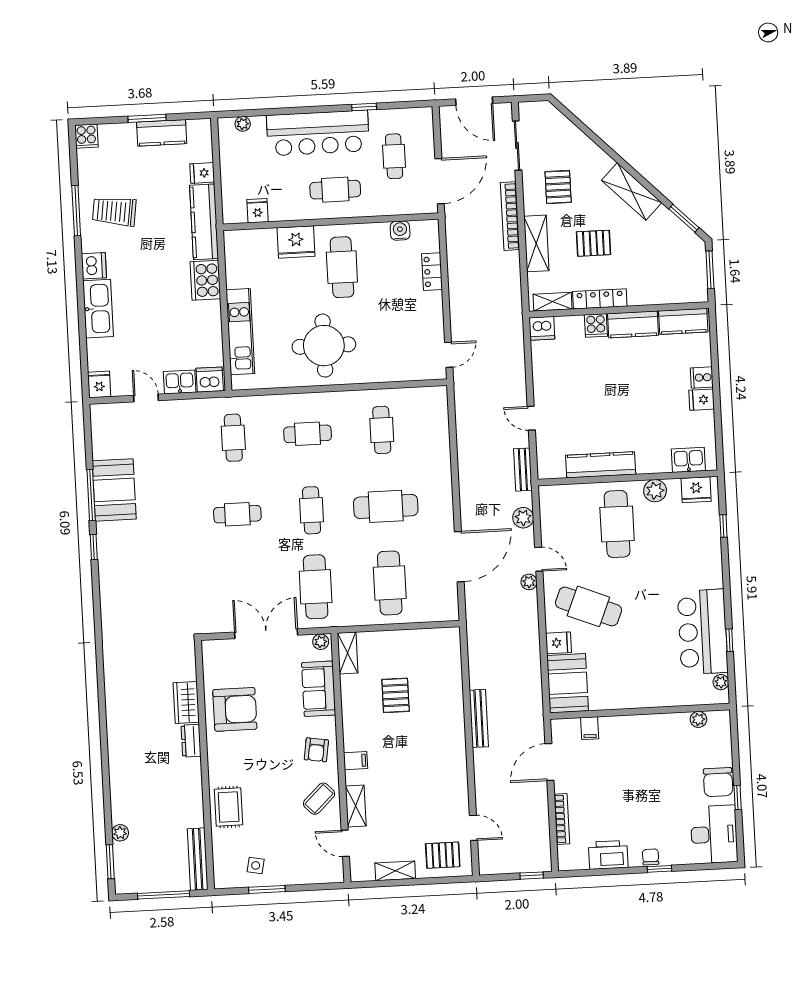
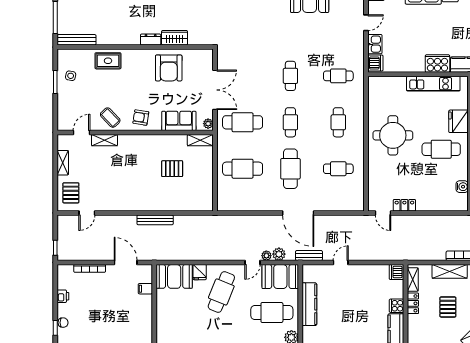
locker: (432, 272) -> (404, 205), moved
locker: (600, 299) -> (413, 303), width x0.66
kitchen unit: (240, 332) -> (433, 84), moved
cafe table: (312, 510) -> (290, 122), turned 90
booth: (559, 514) -> (280, 277), added
door: (459, 557) -> (298, 213), moved
plant: (529, 582) -> (266, 256), moved
filing cabinet: (356, 761) -> (133, 142), removed
printer: (608, 855) -> (63, 296), width x0.53, depth x0.68

